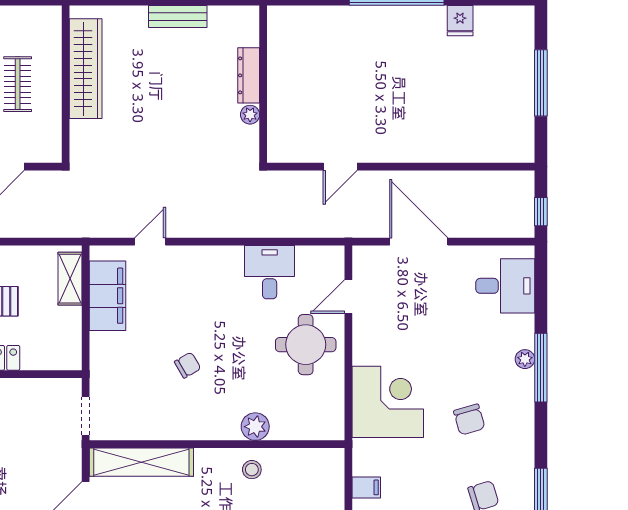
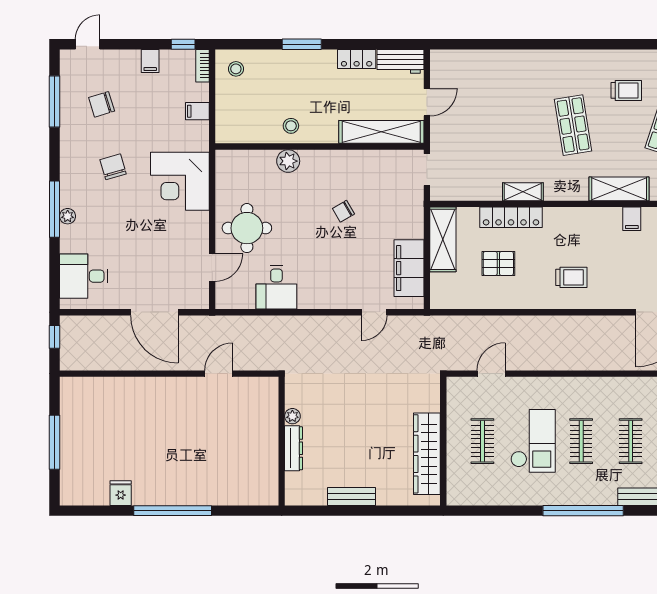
shelving: (70, 279) -> (443, 239), moved, width x1.50, depth x1.33

